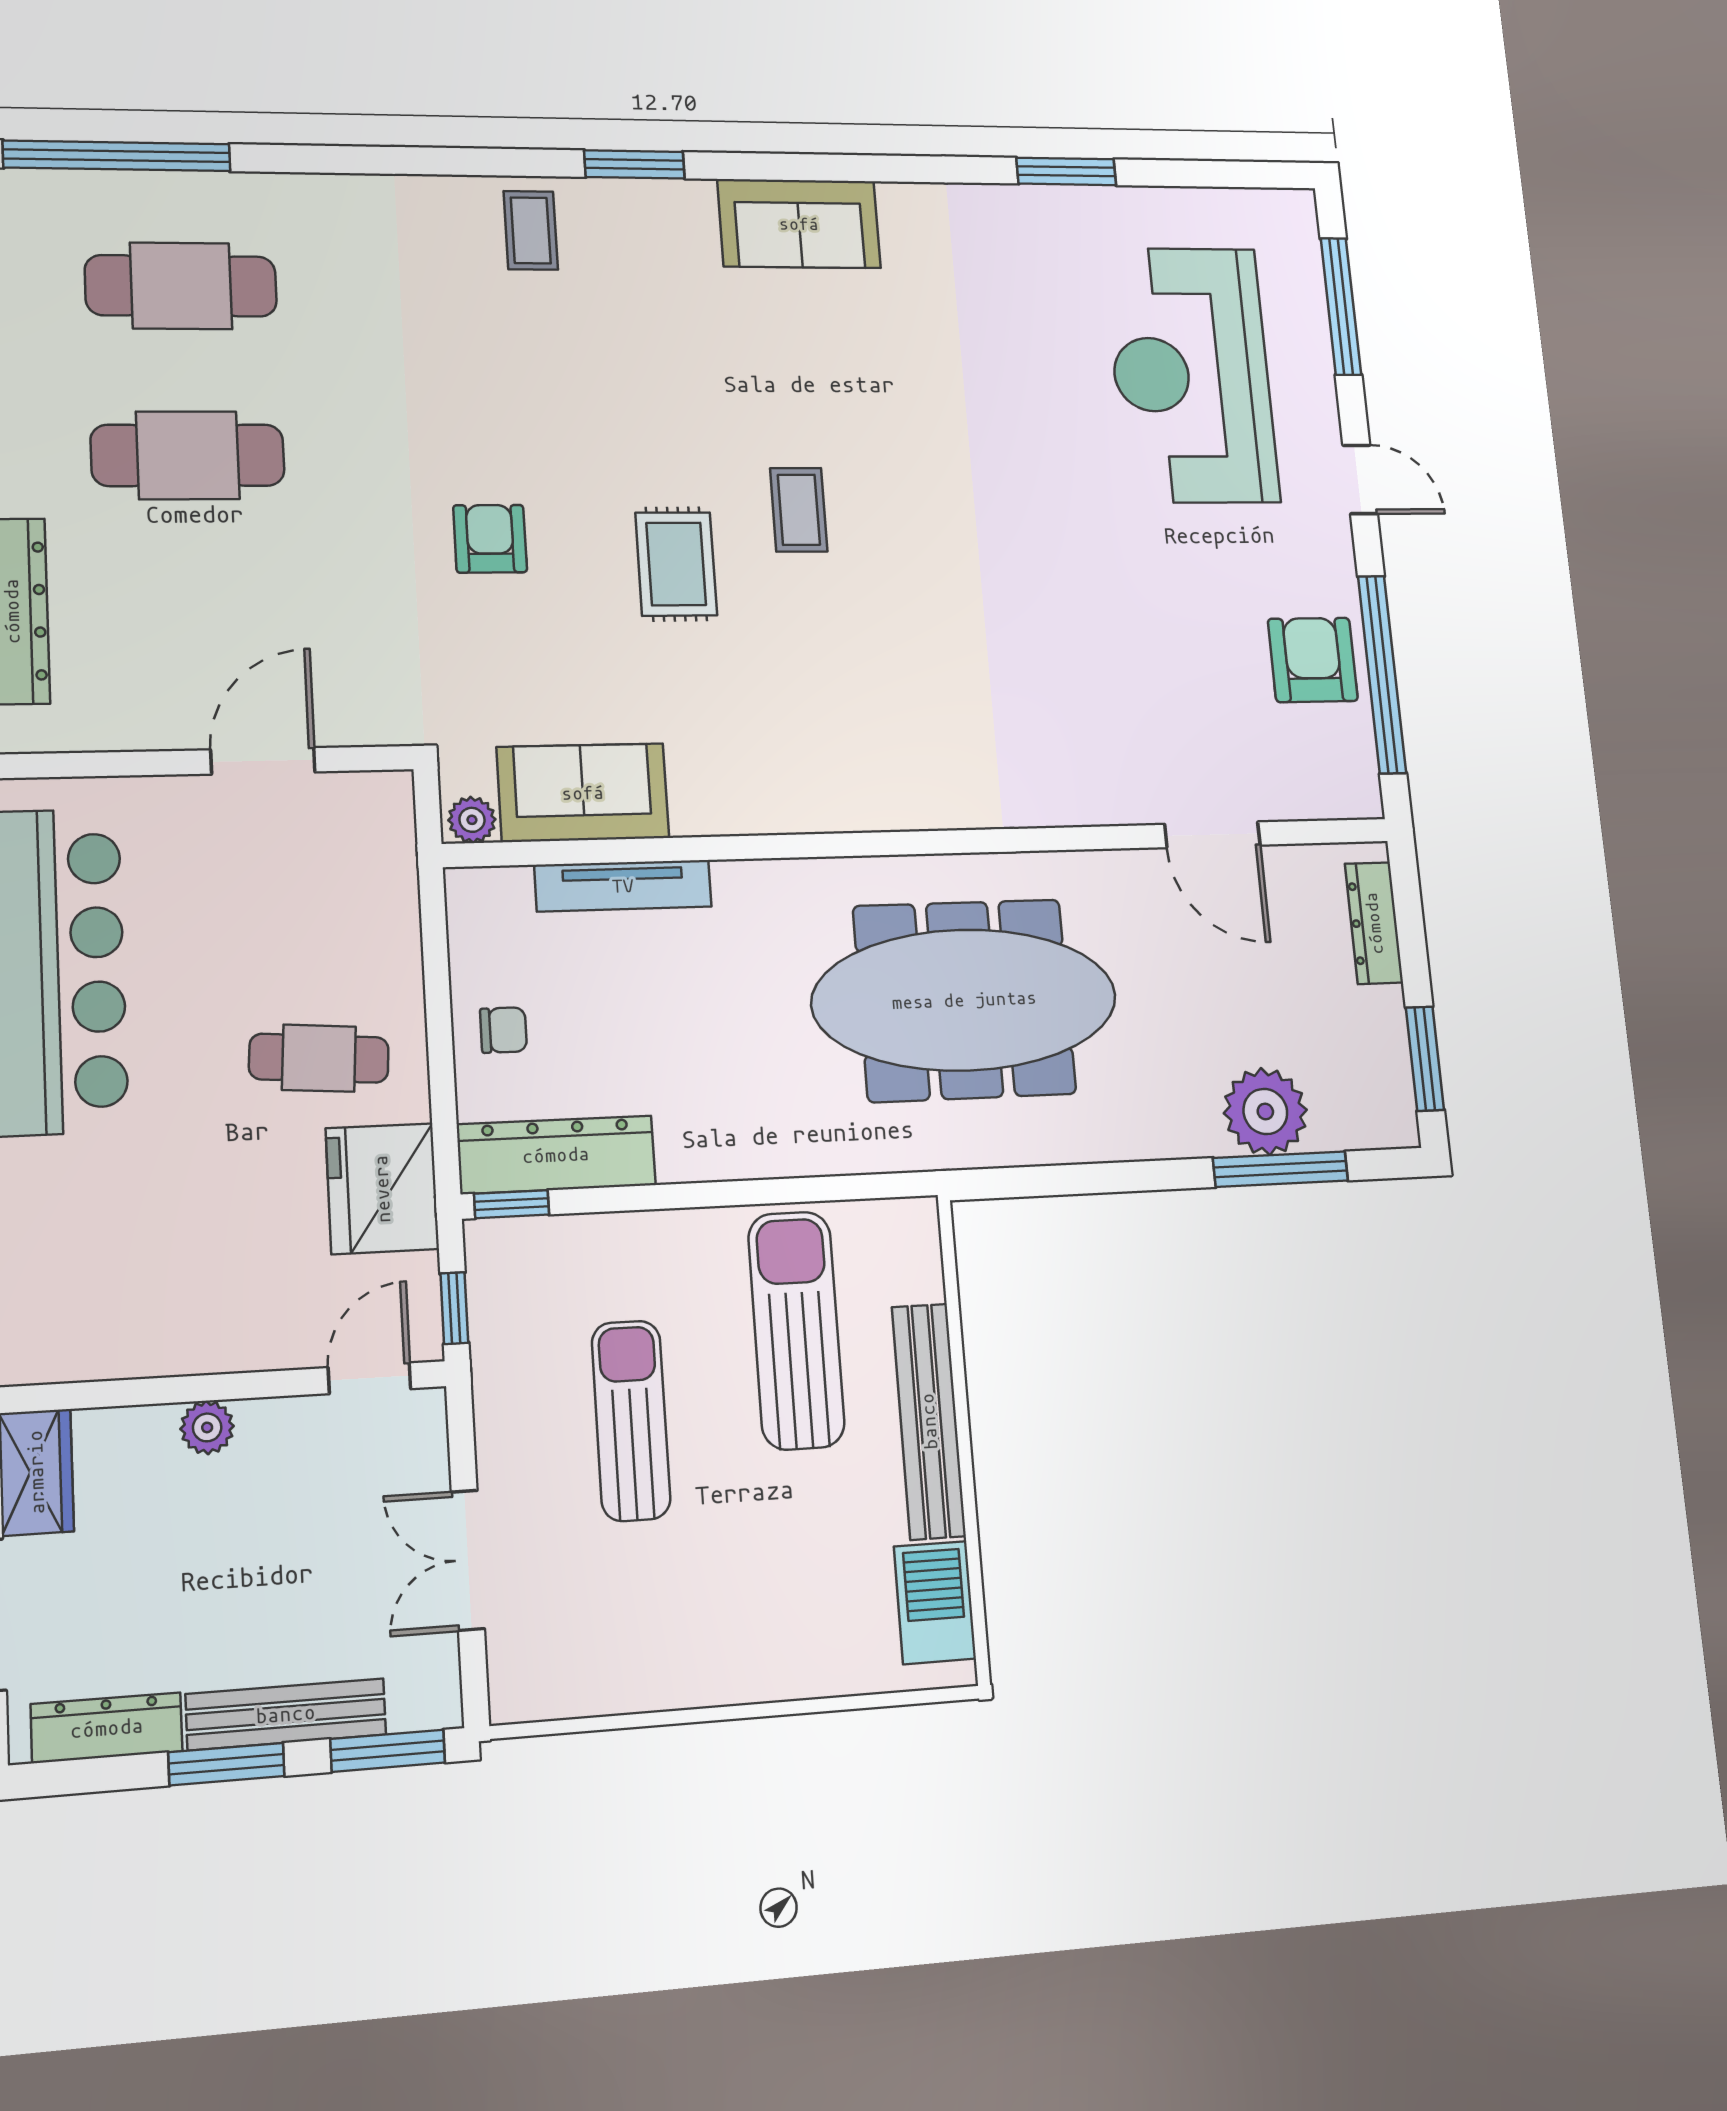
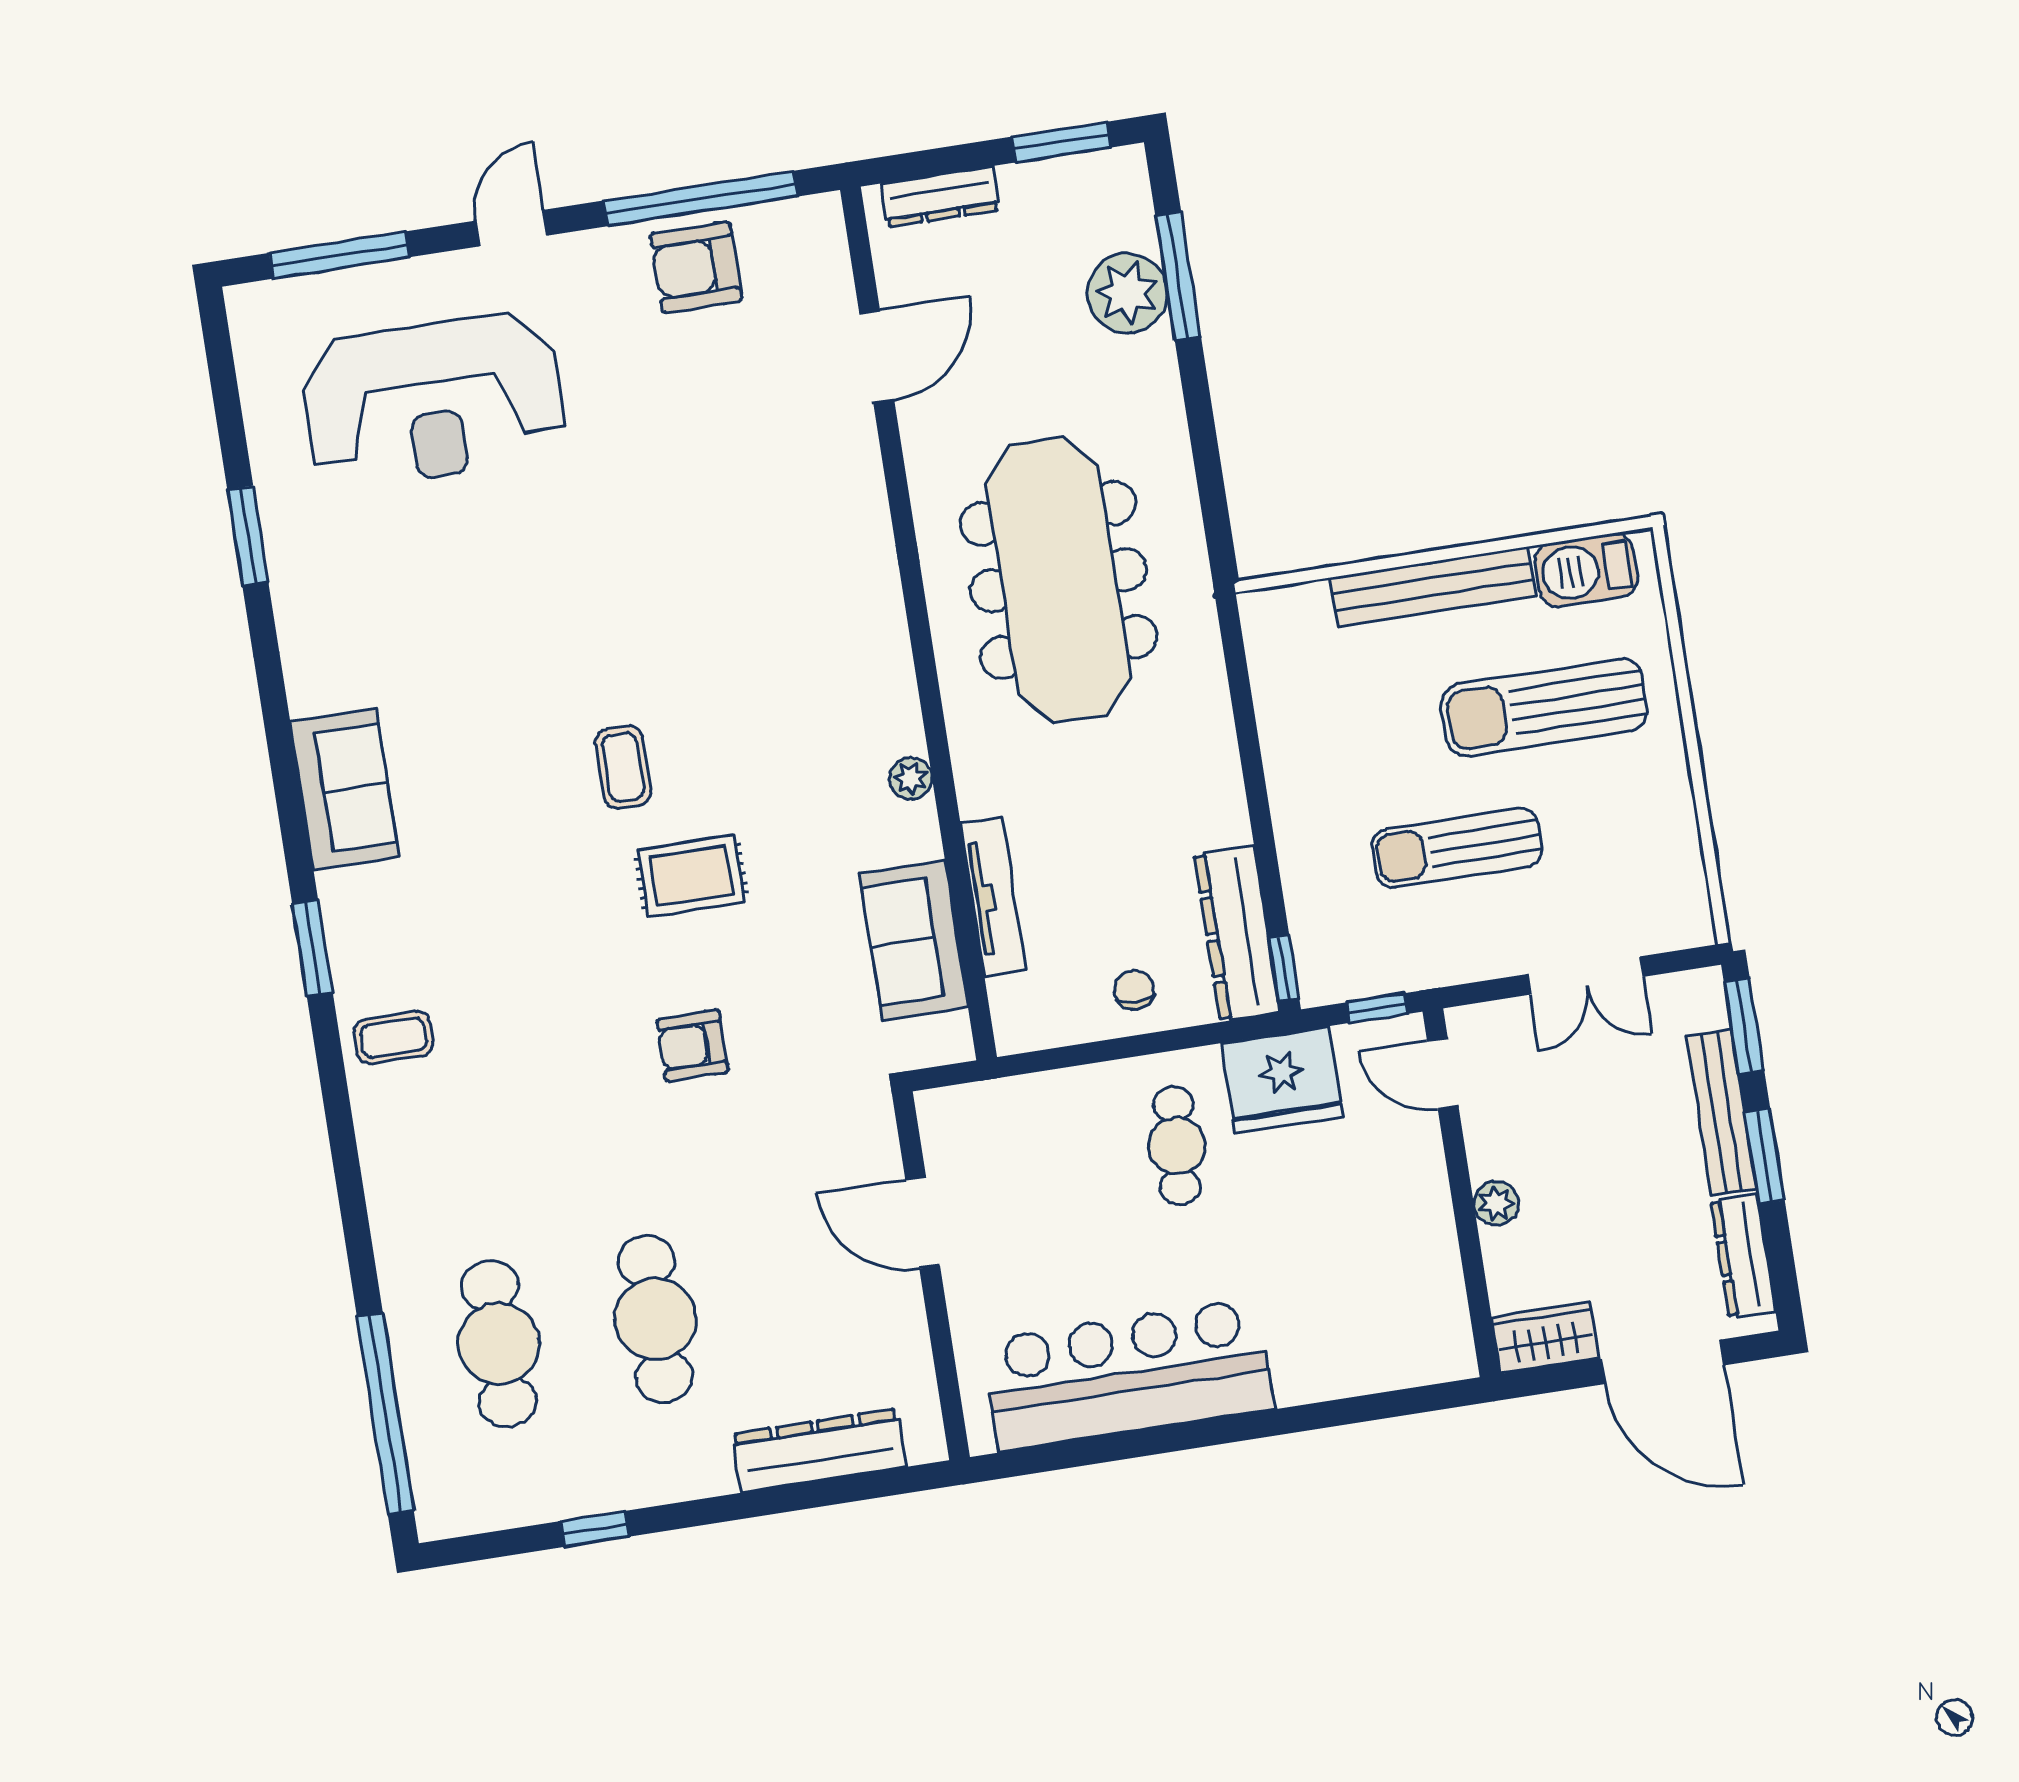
coffee table: (799, 510) -> (623, 767), turned 90
plant: (472, 820) -> (911, 779), moved
sun lounger: (796, 1330) -> (1544, 707), moved

